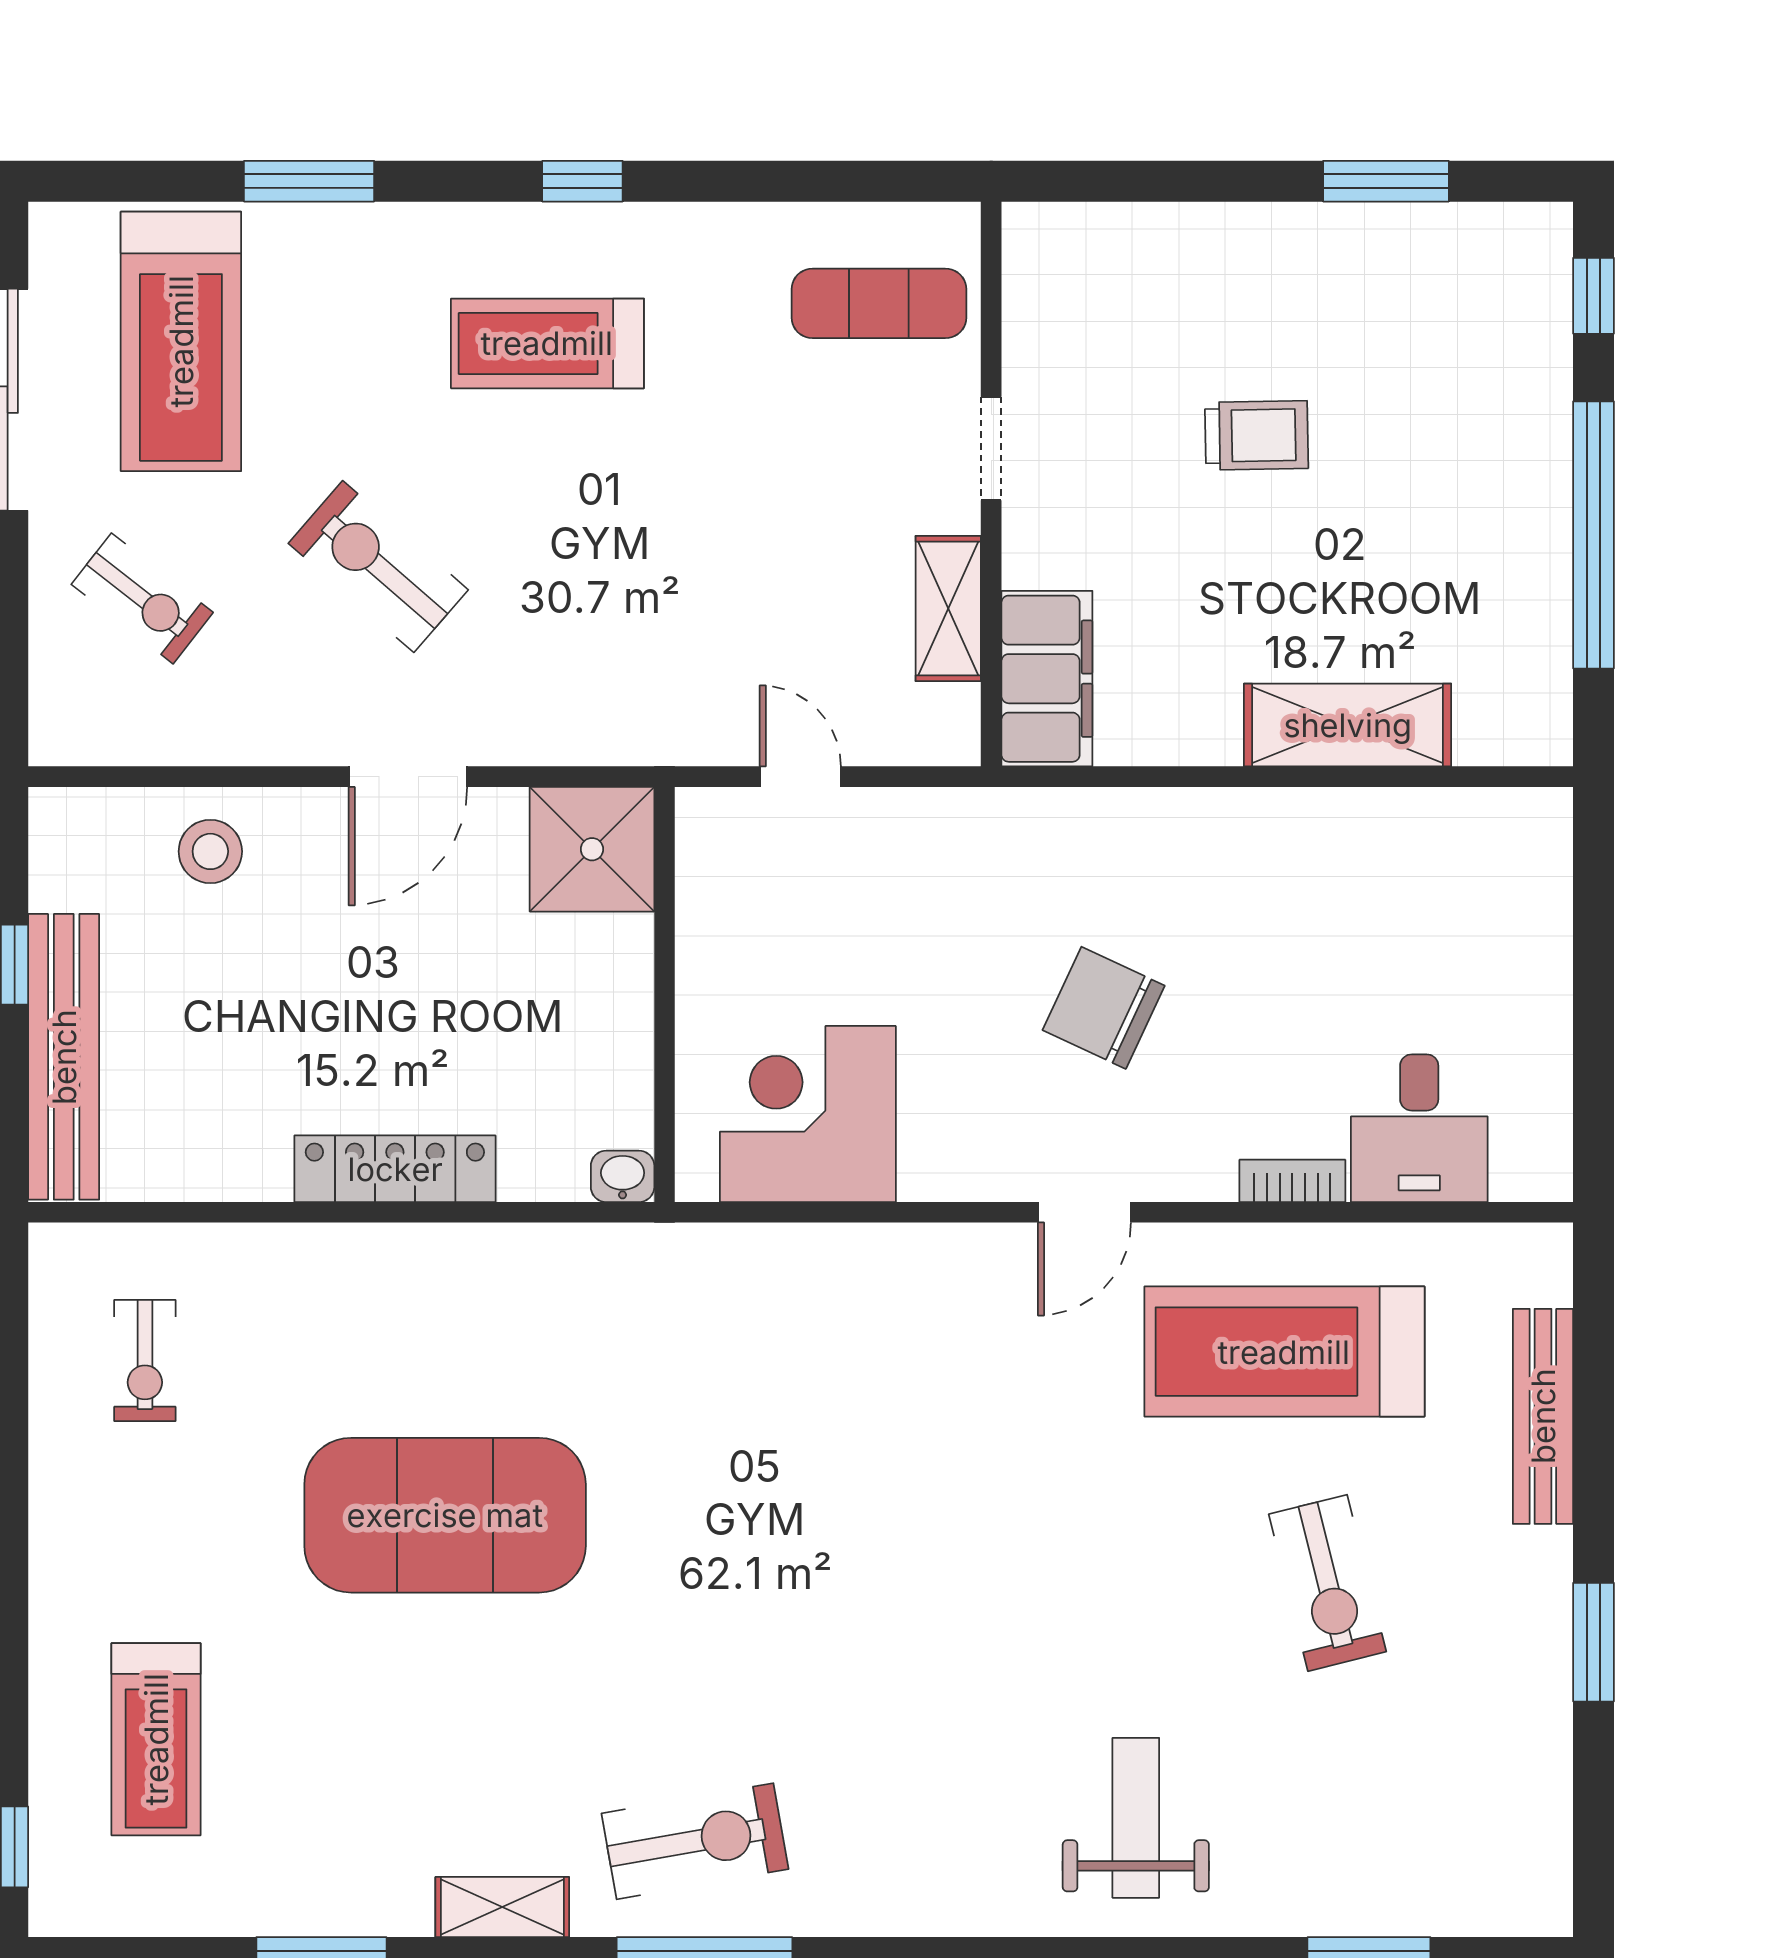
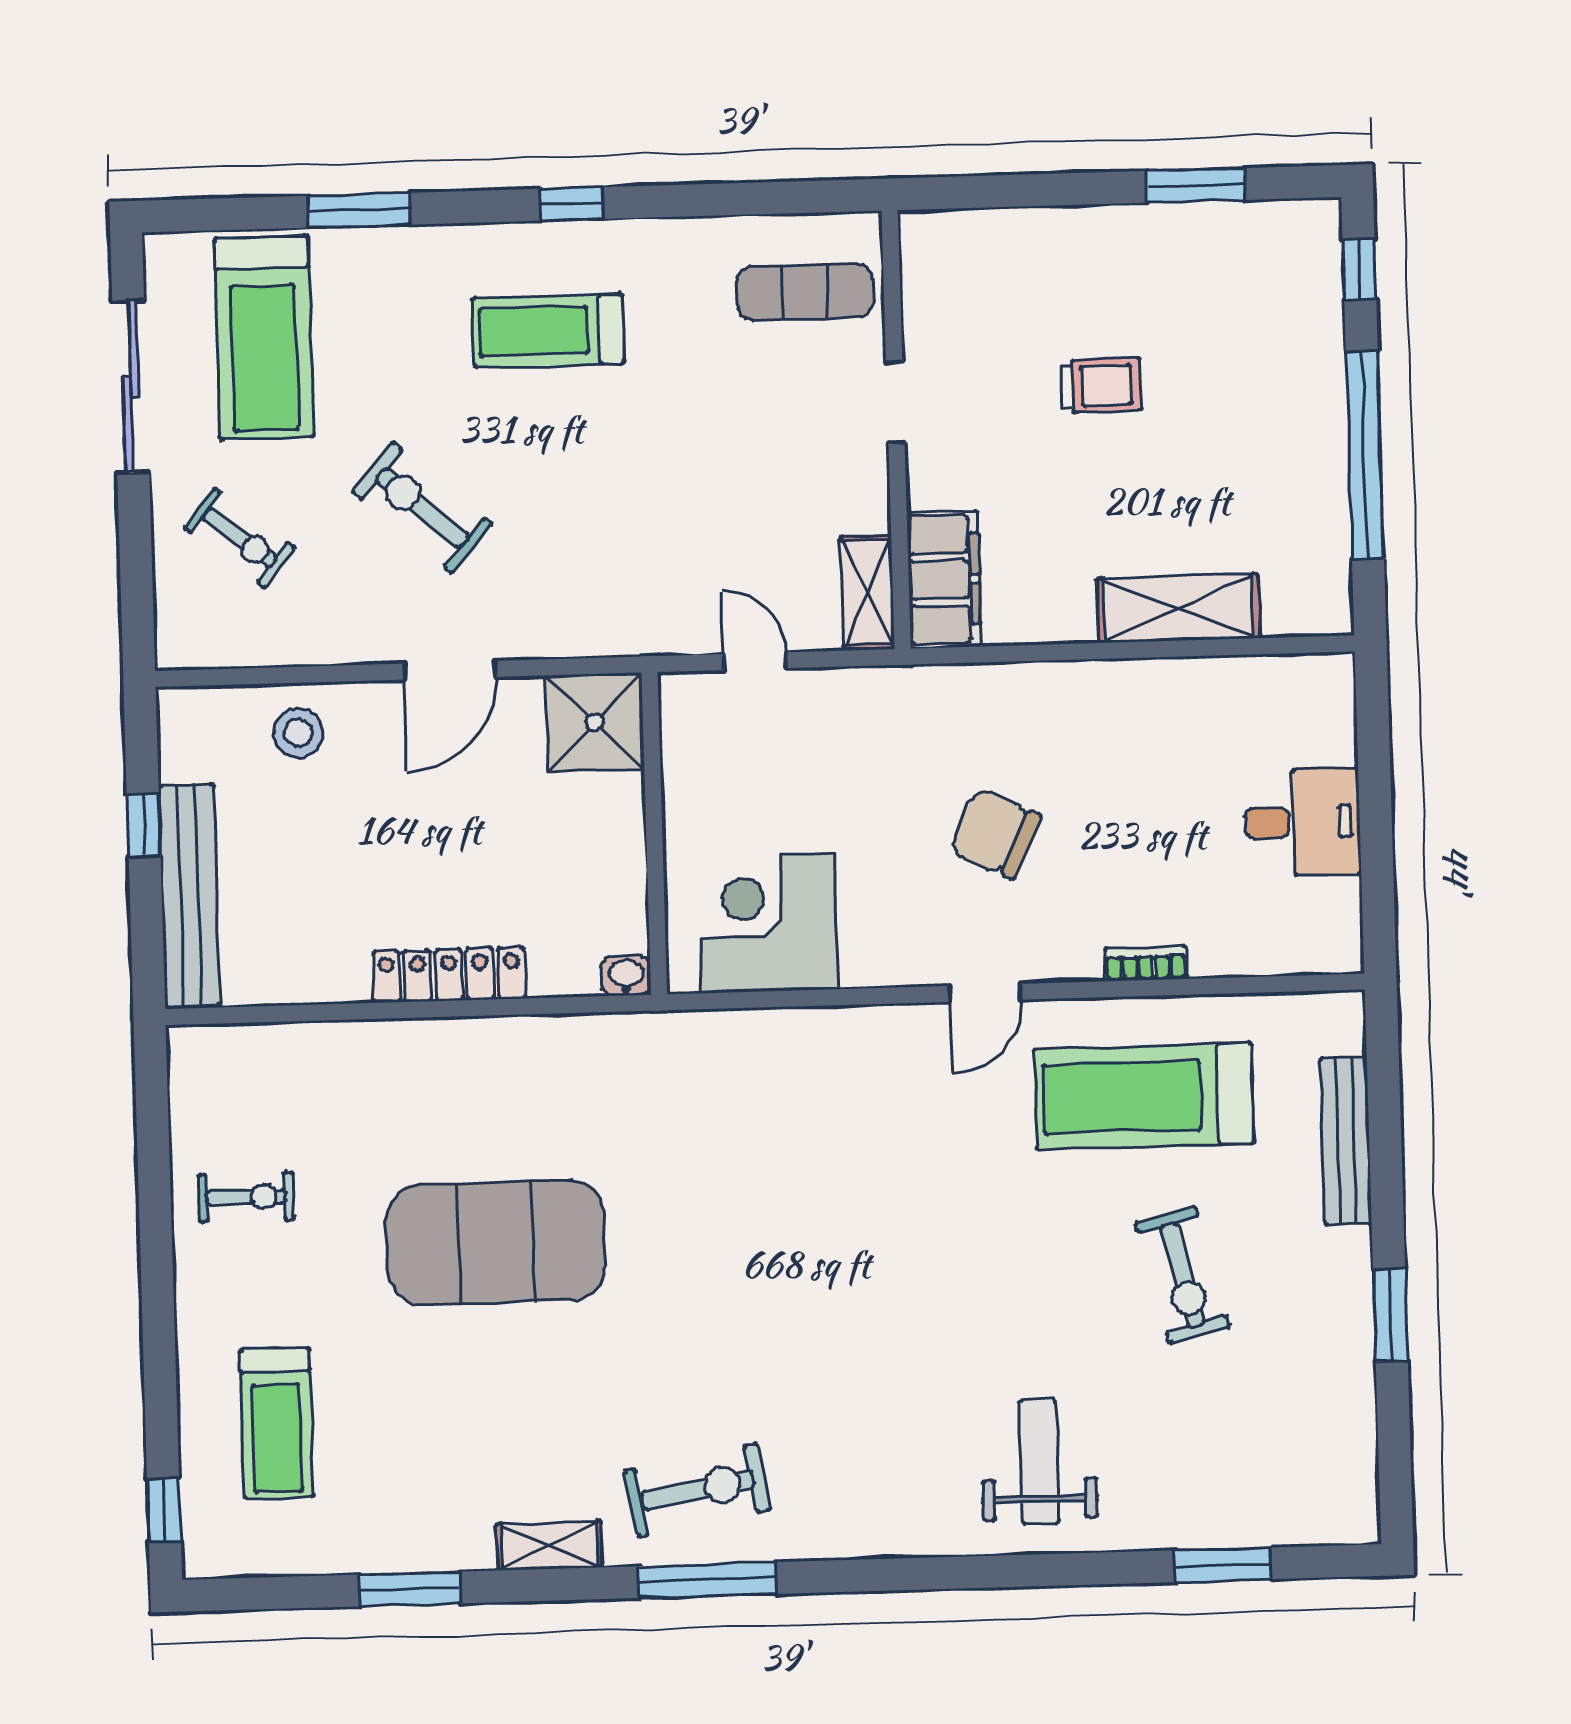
shelving: (948, 608) -> (868, 592), moved
desk: (1419, 1128) -> (1303, 822), moved, turned -90
exercise bike: (145, 1361) -> (246, 1197), moved, turned -90

